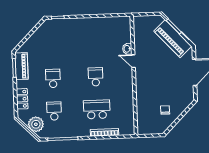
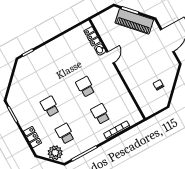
locker: (126, 33) -> (92, 36), added
door: (133, 61) -> (111, 57), swing flipped
piano: (22, 66) -> (18, 110), removed
school desk: (97, 109) -> (100, 114), width x0.54

